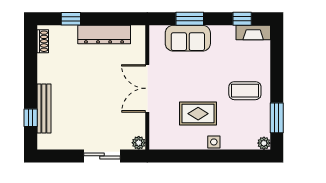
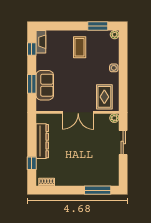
bench: (44, 109) -> (92, 181), removed
rug: (198, 114) -> (104, 97), moved
window: (31, 118) -> (98, 190), width x2.17

